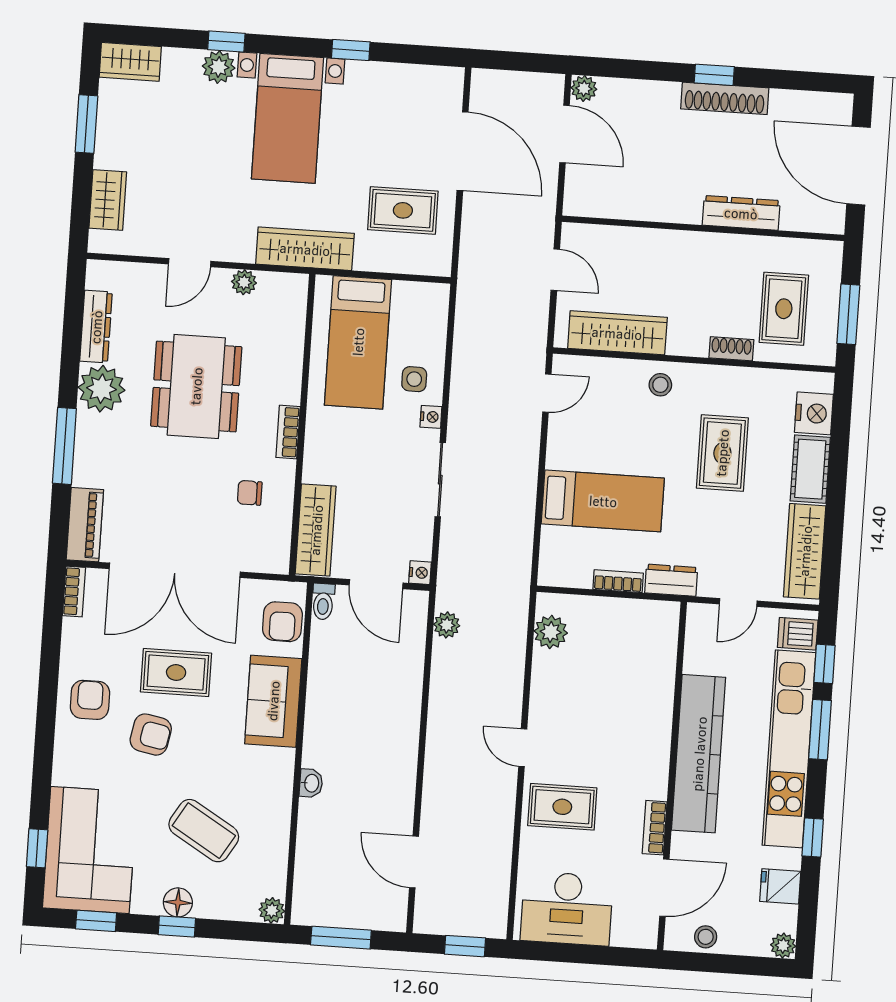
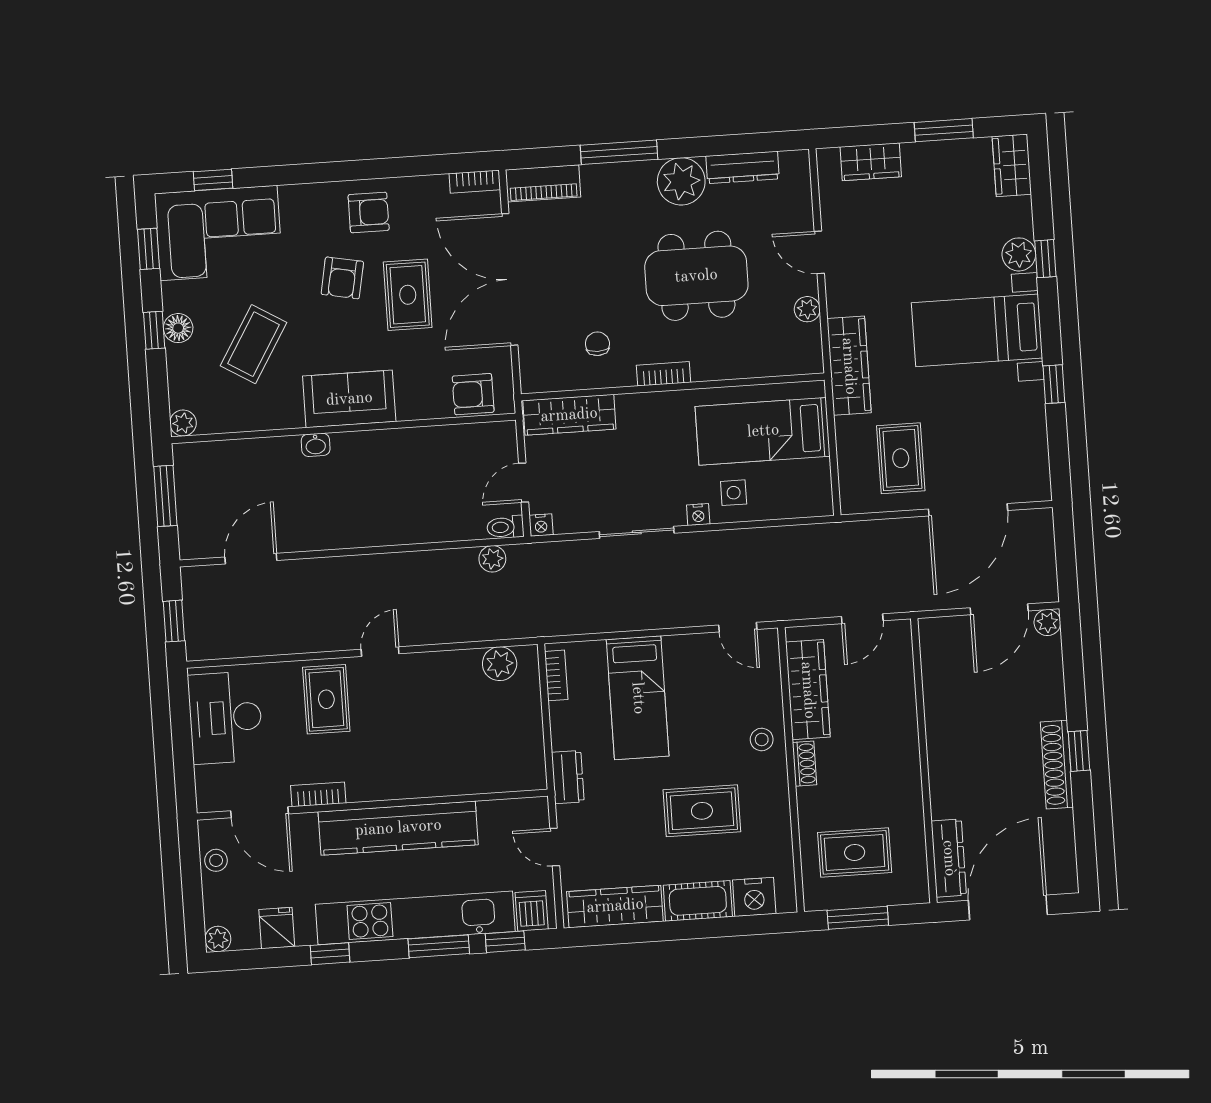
dresser: (741, 213) -> (949, 858), moved
shoe rack: (731, 349) -> (805, 764), moved
bookcase: (618, 581) -> (556, 675), moved
door: (376, 584) -> (524, 483), width x0.73
toilet: (323, 602) -> (505, 527), moved
sofa: (273, 701) -> (349, 399), moved

